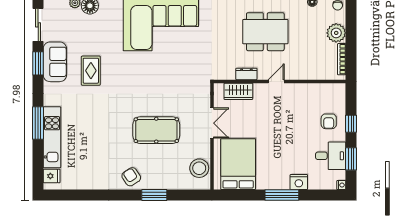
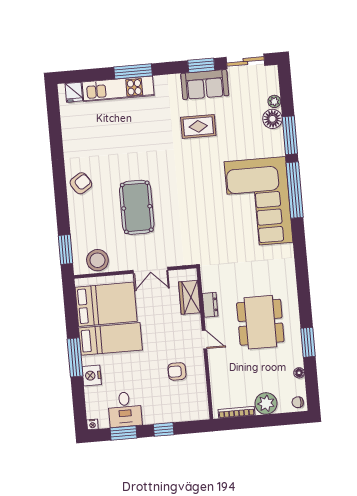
armchair: (329, 121) -> (177, 371), moved
bed: (268, 163) -> (110, 339), added
window: (154, 195) -> (66, 249), moved

